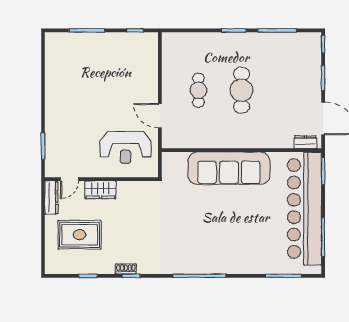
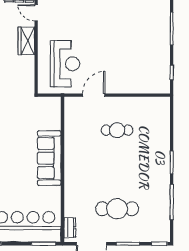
cafe table: (241, 90) -> (117, 209), moved
reception desk: (126, 147) -> (65, 64), turned 180
sofa: (229, 168) -> (49, 158), width x0.74, depth x0.79

